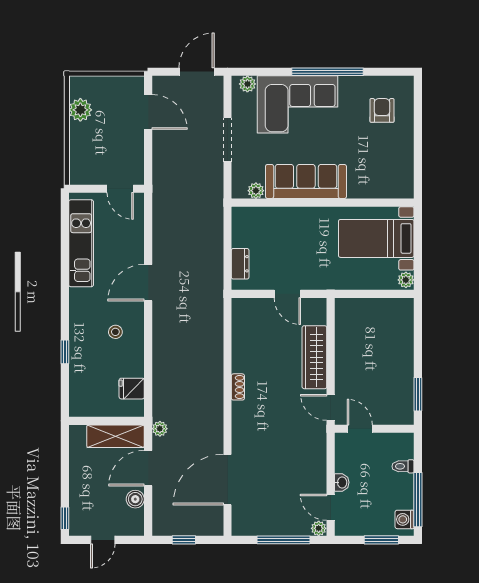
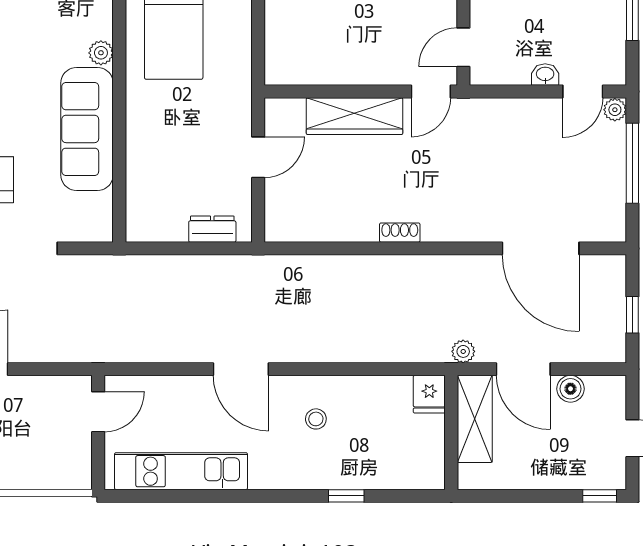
plant: (256, 191) -> (101, 53), moved
fridge: (132, 389) -> (429, 394), moved

